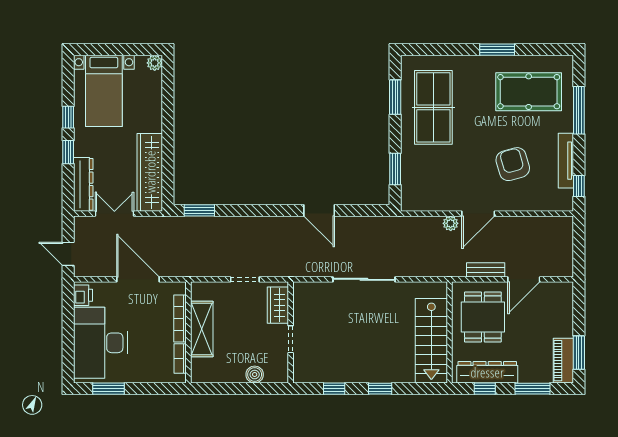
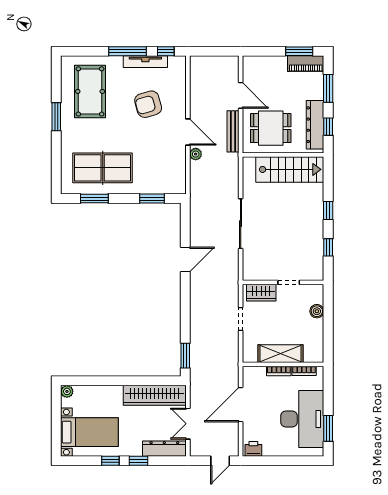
window: (579, 110) -> (127, 51), moved
bench: (486, 270) -> (233, 131), width x1.36
bookcase: (180, 319) -> (279, 371), width x0.64
desk: (100, 343) -> (302, 419), moved, turned -90

